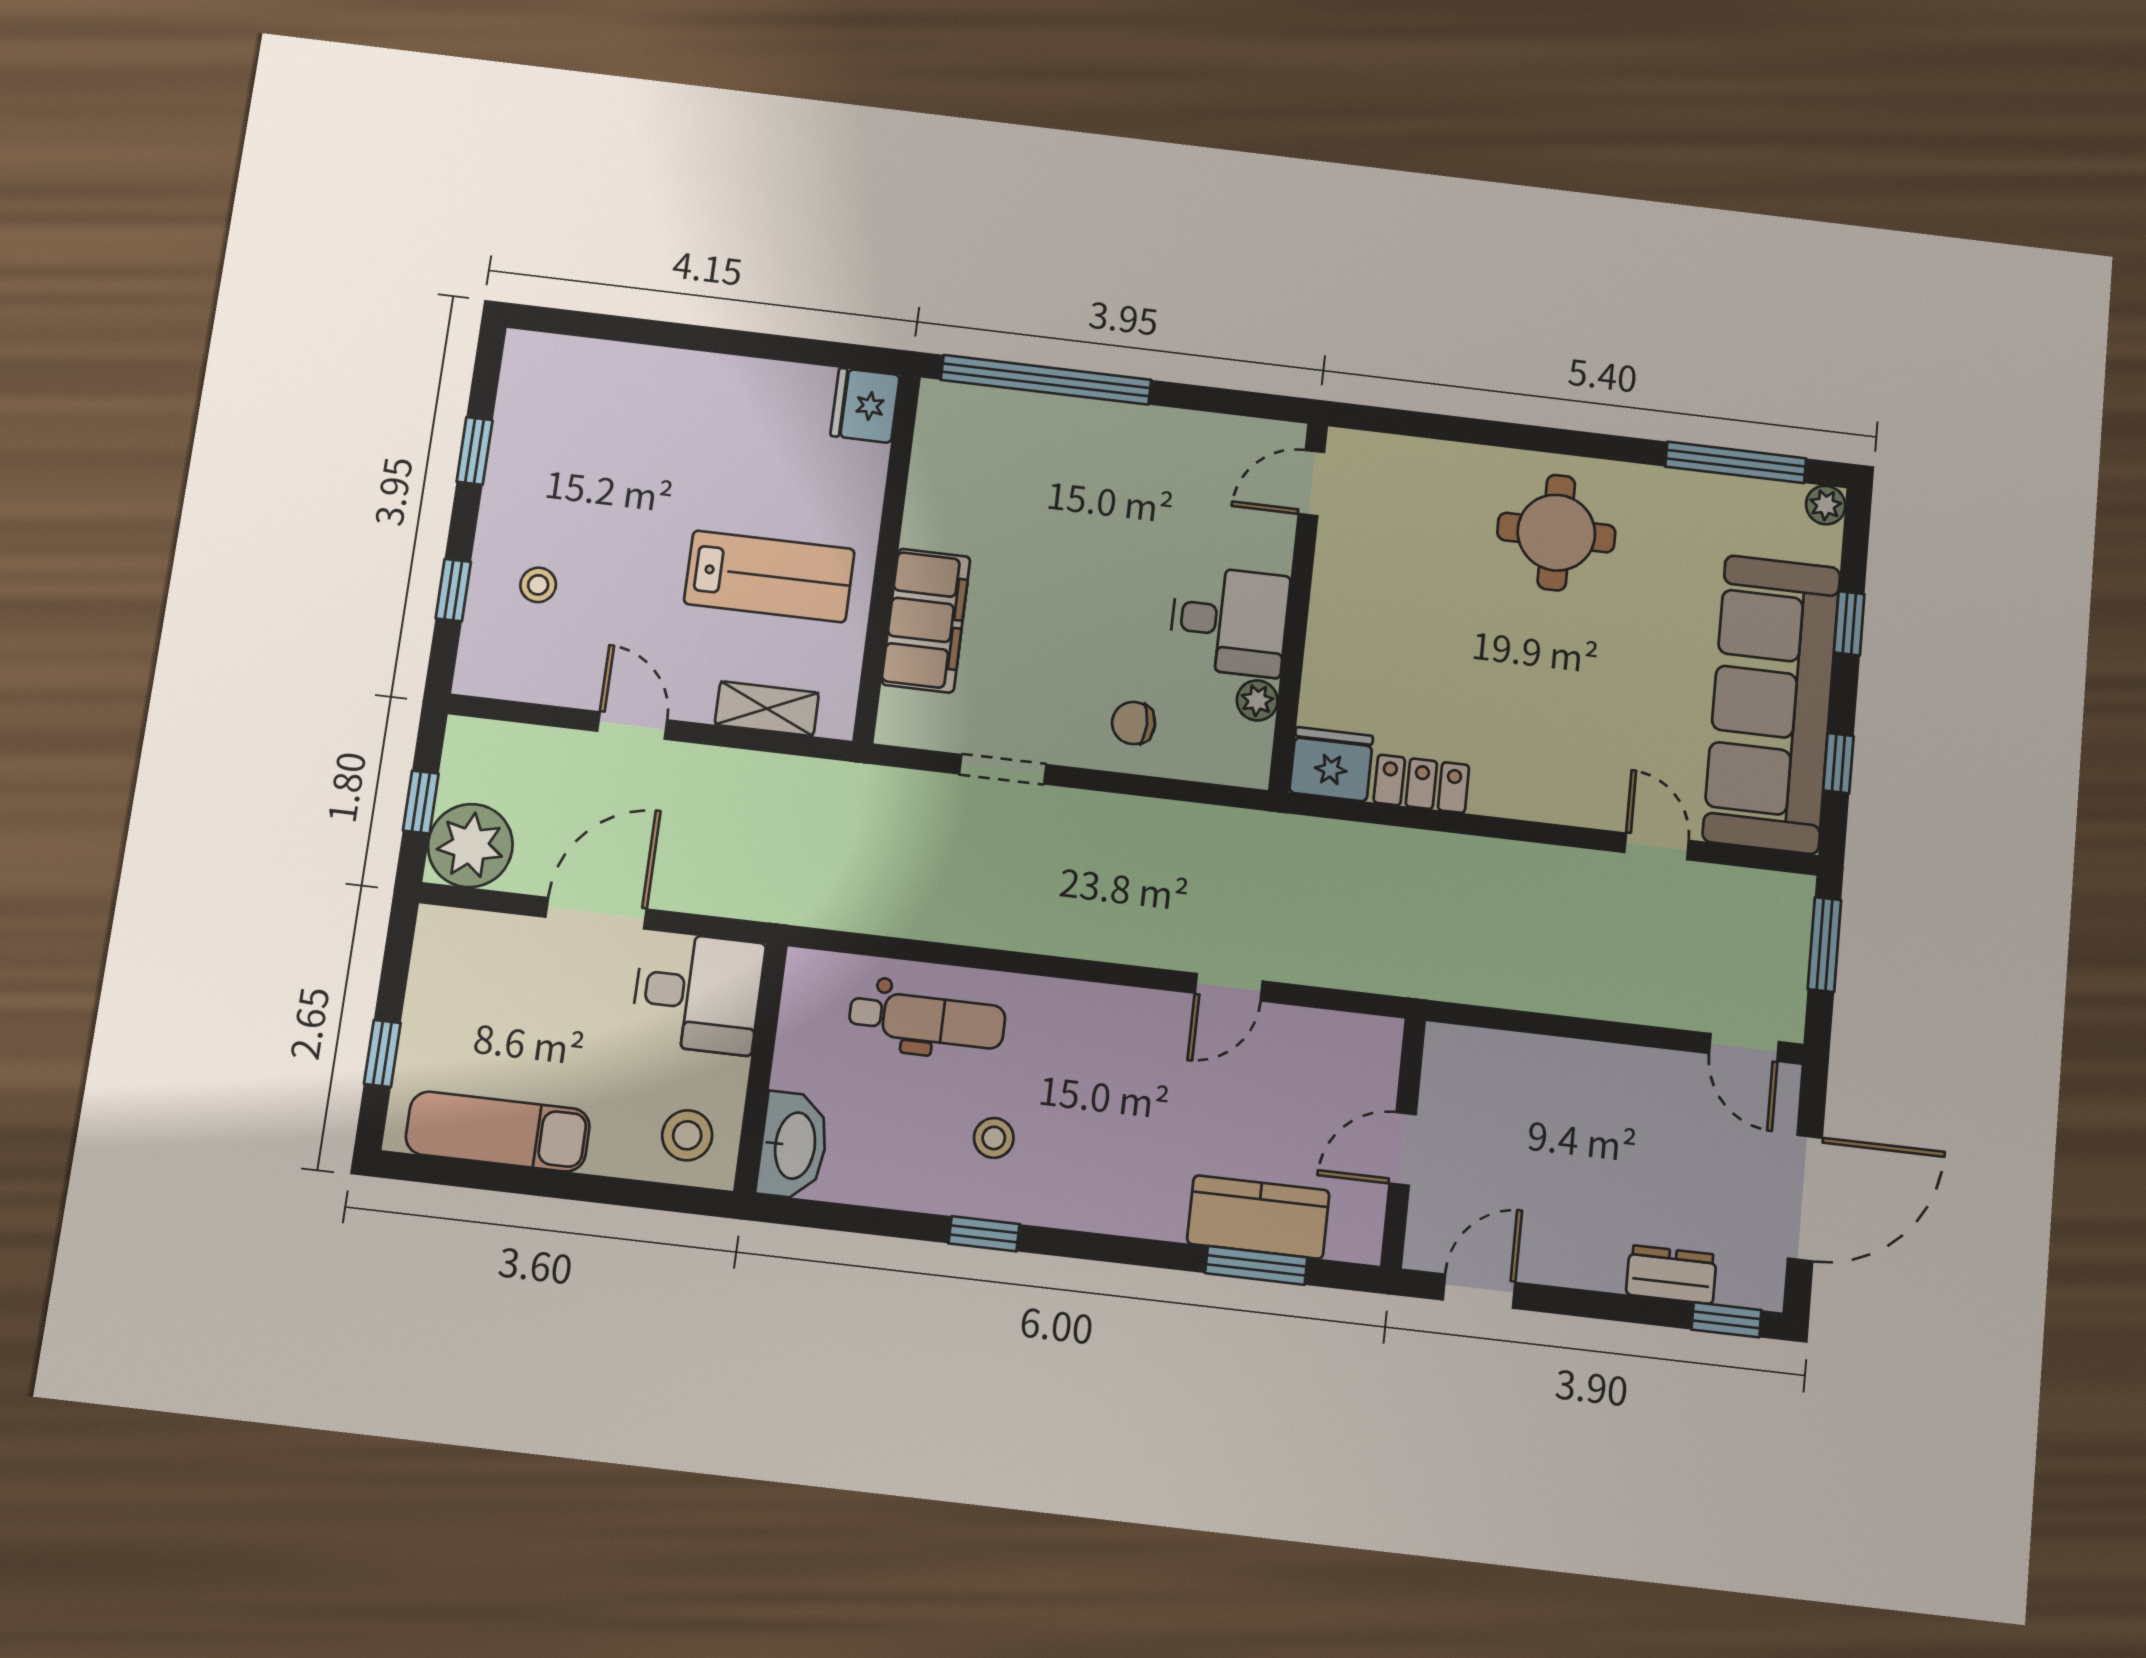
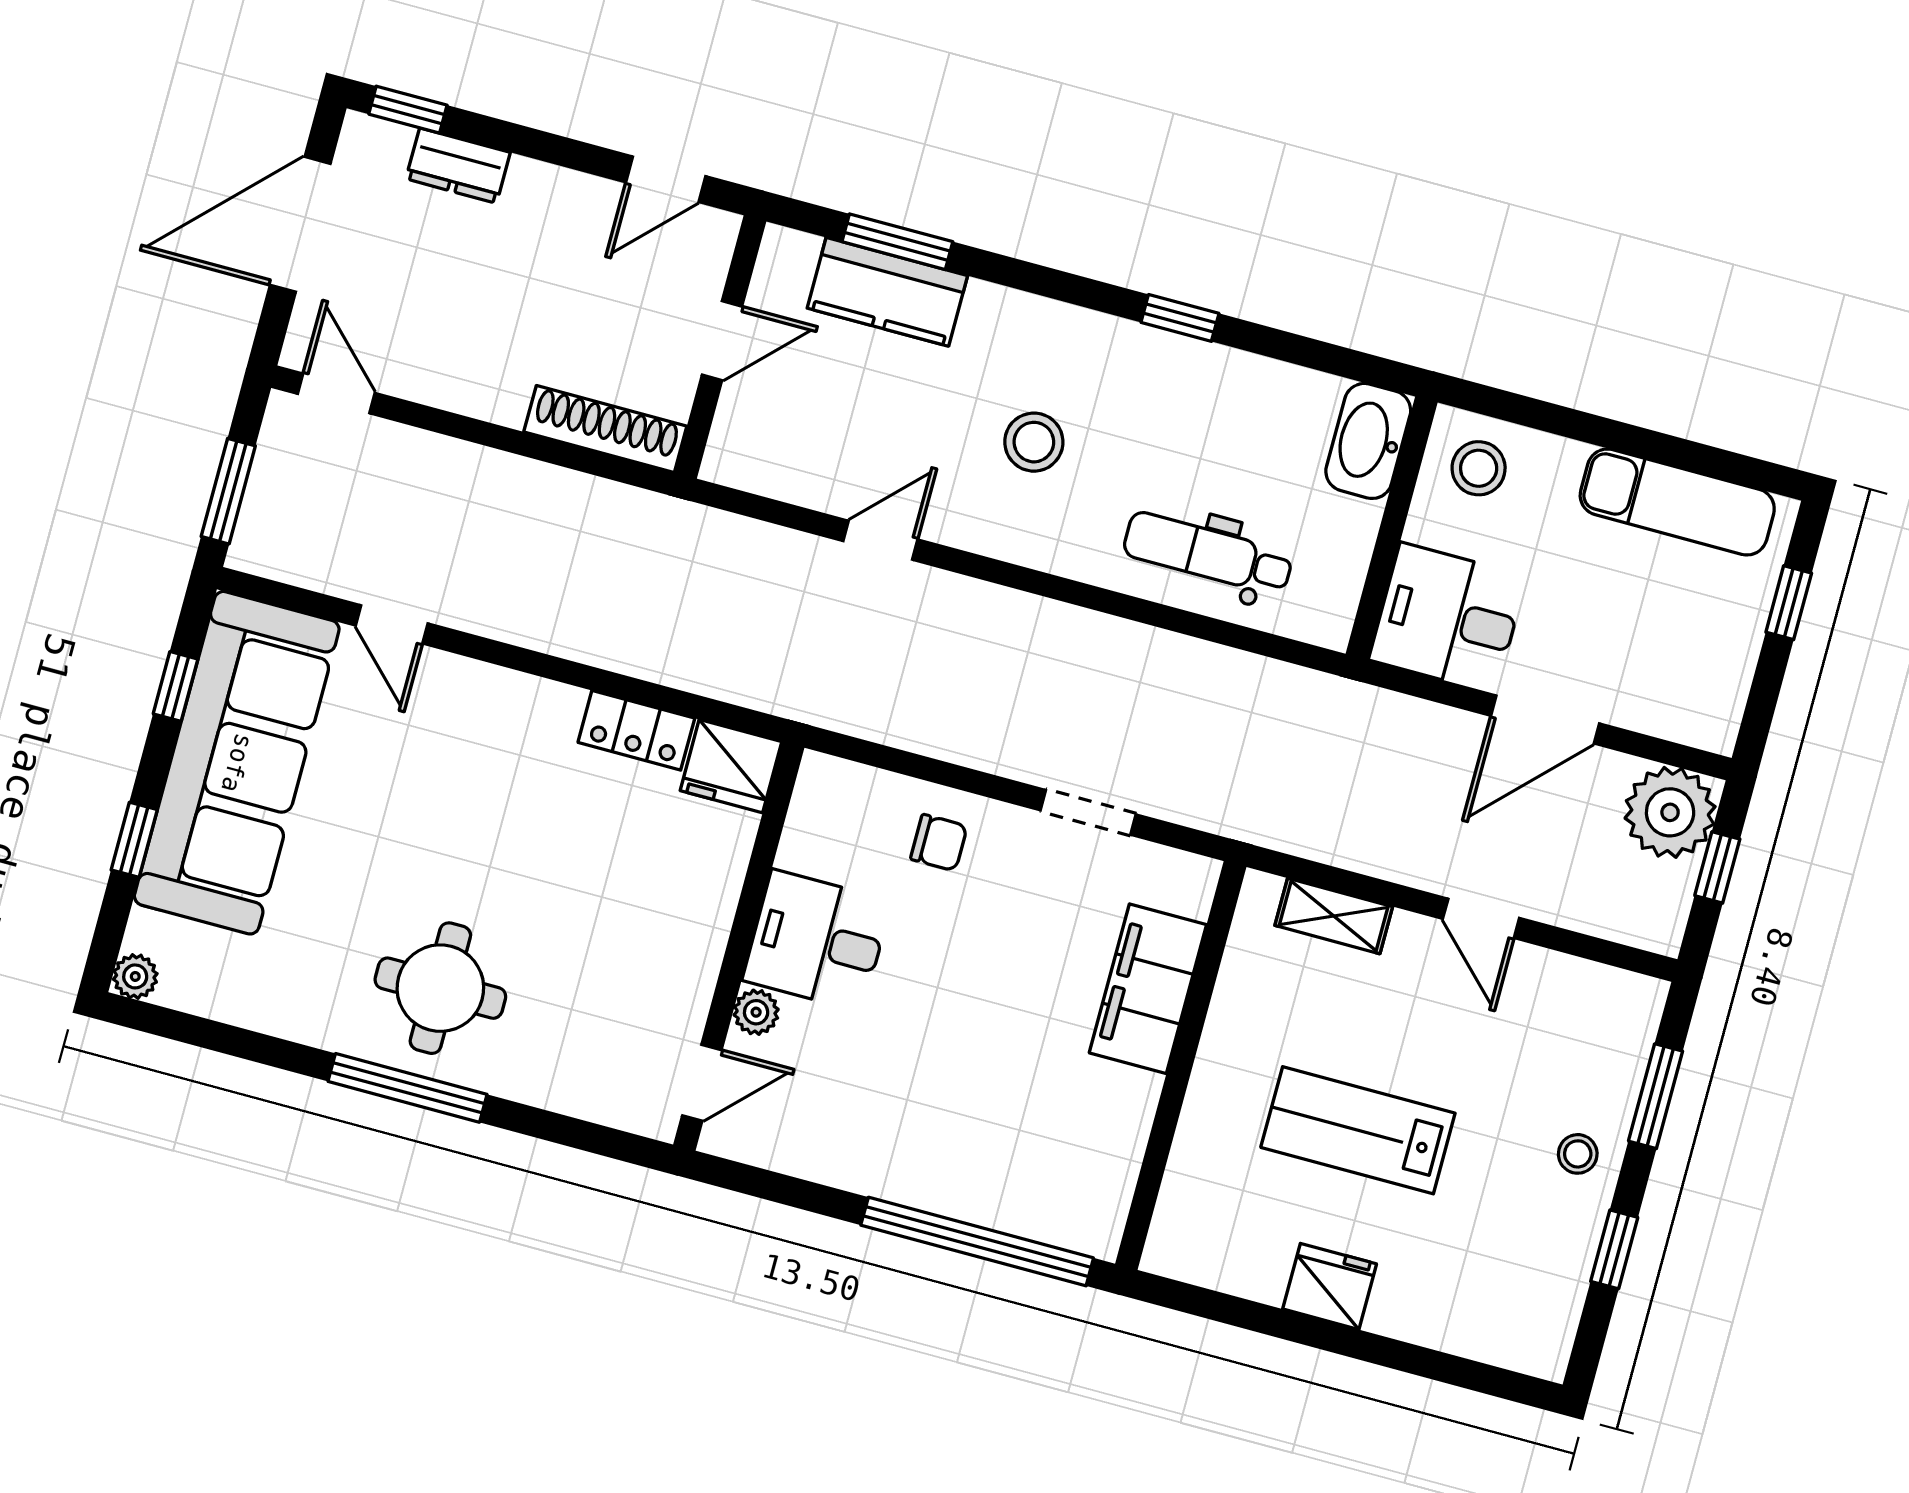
fridge: (865, 405) -> (1330, 1286), moved, turned -90
window: (1736, 462) -> (407, 1088), moved
lab bench: (769, 576) -> (1358, 1130), moved
stool: (538, 585) -> (1578, 1154), moved
window: (453, 590) -> (1656, 1096), width x1.50
plant: (1257, 700) -> (756, 1012), moved
shoe rack: (1495, 1051) -> (605, 429), added
stool: (994, 1138) -> (1034, 442), moved, width x1.37, depth x1.37

